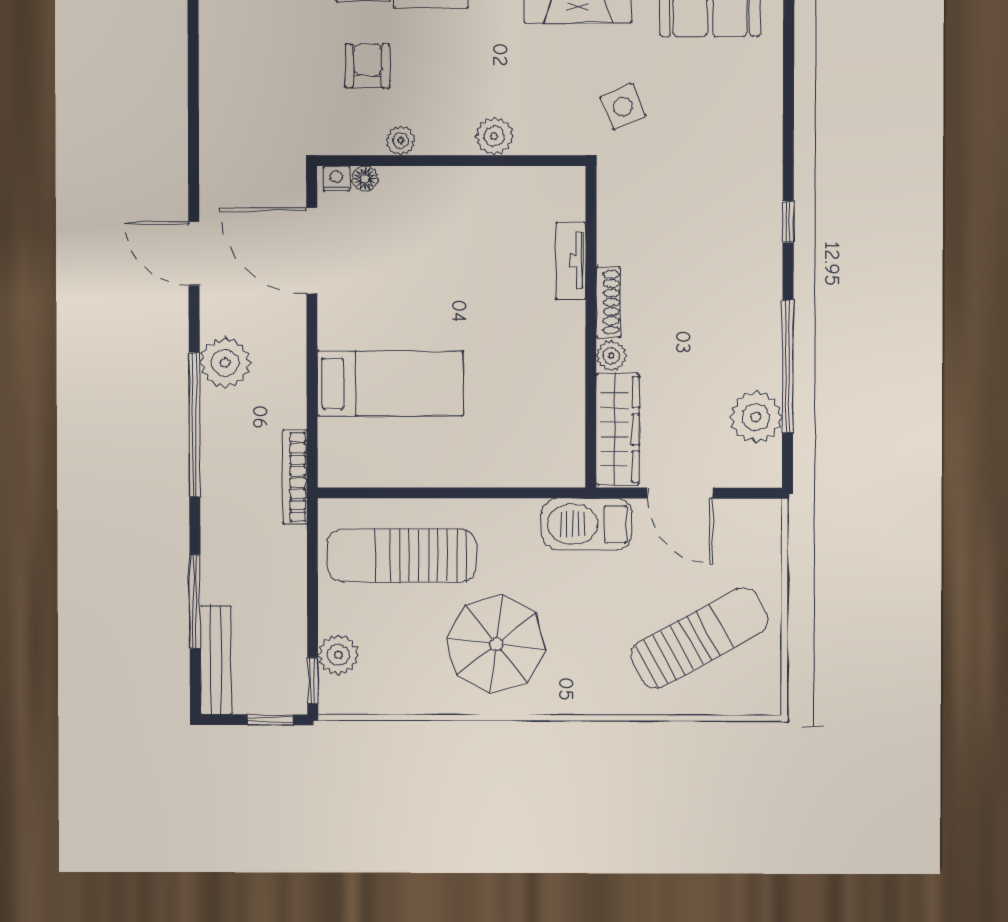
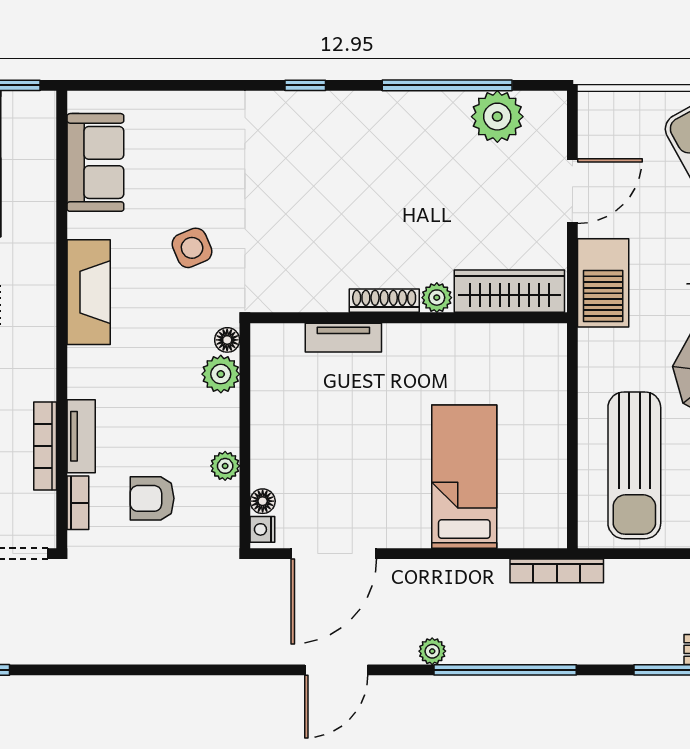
floor lamp: (529, 143) -> (227, 340), added
tv unit: (571, 261) -> (343, 338), moved
shoe rack: (608, 302) -> (384, 301), moved
wall: (591, 327) -> (409, 318), moved
plant: (611, 356) -> (437, 298), moved
plant: (225, 363) -> (432, 651), width x0.53, depth x0.53
wardrobe: (618, 429) -> (509, 291), moved

